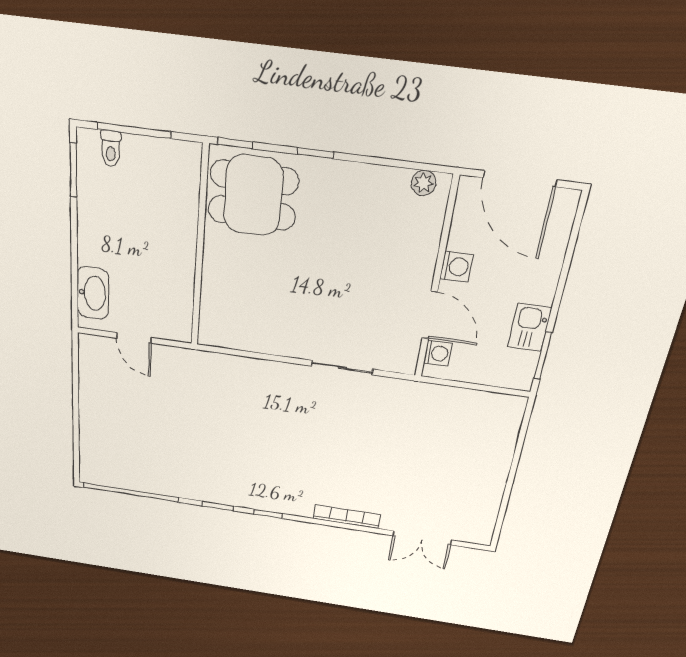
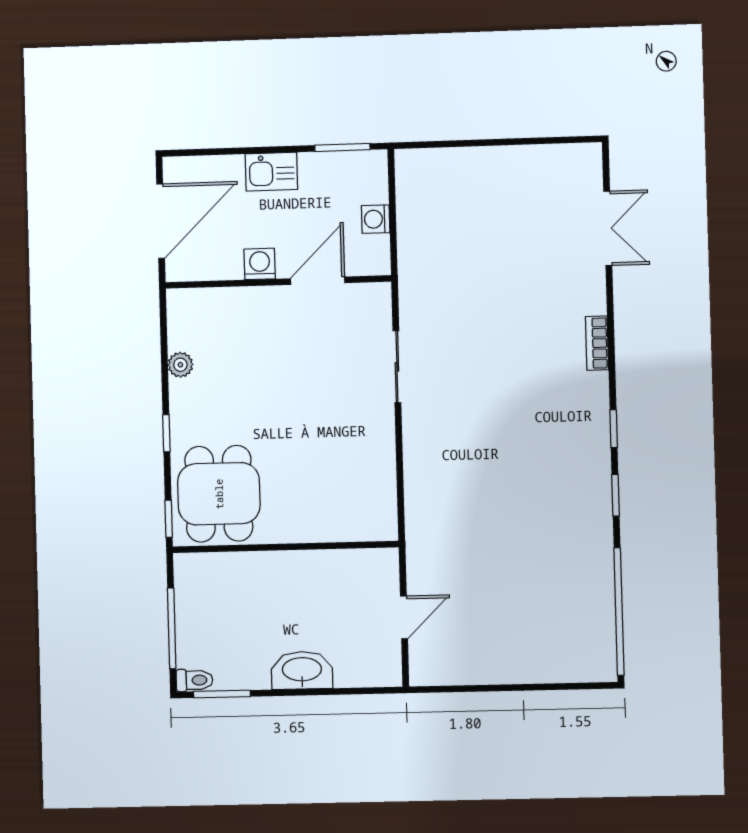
toilet: (111, 149) -> (194, 680), moved
plant: (424, 183) -> (180, 365), moved
washbasin: (93, 293) -> (302, 670), moved
kitchen sink: (530, 327) -> (271, 172), moved
washing machine: (438, 353) -> (376, 219), moved, turned -90
bookcase: (347, 517) -> (597, 343), width x0.64

